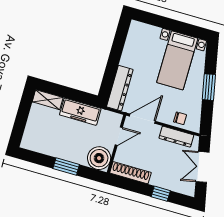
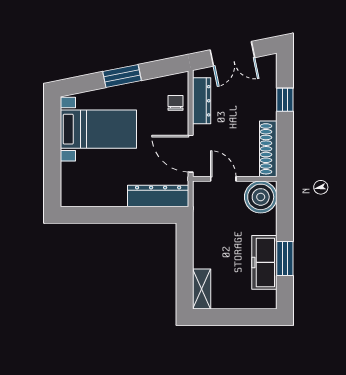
freezer: (80, 112) -> (264, 262), moved, turned 180
window: (66, 167) -> (285, 259), moved

